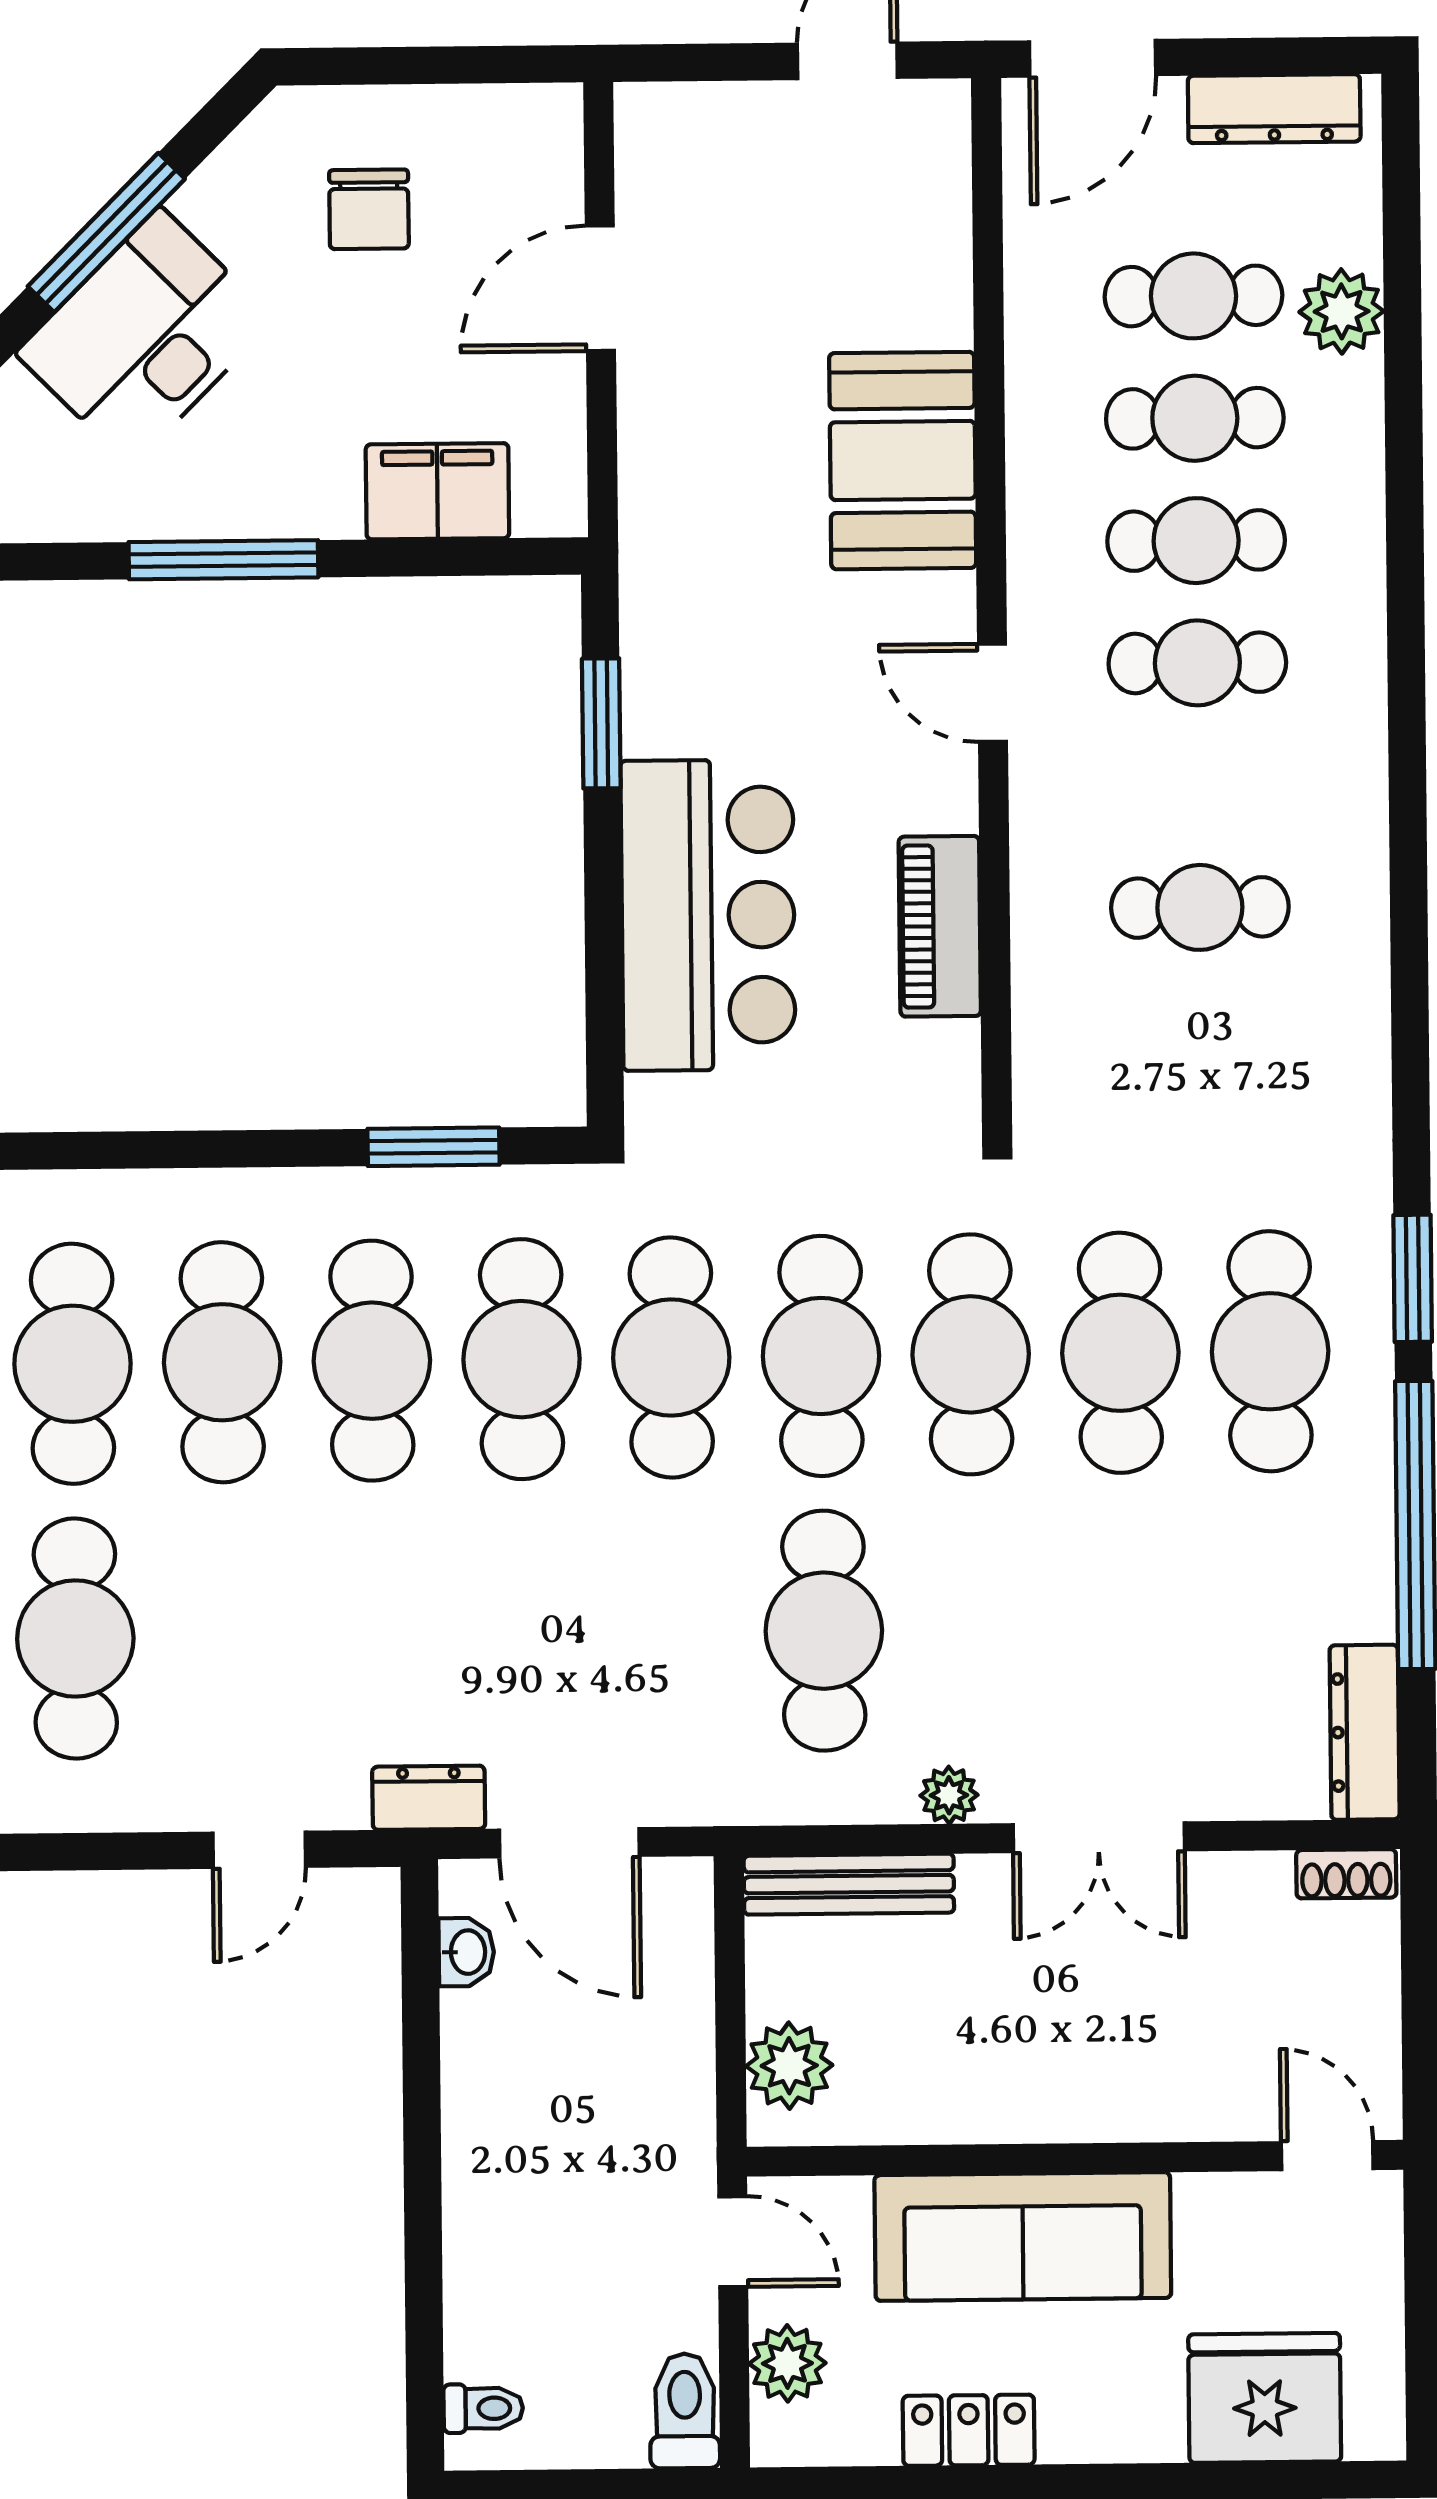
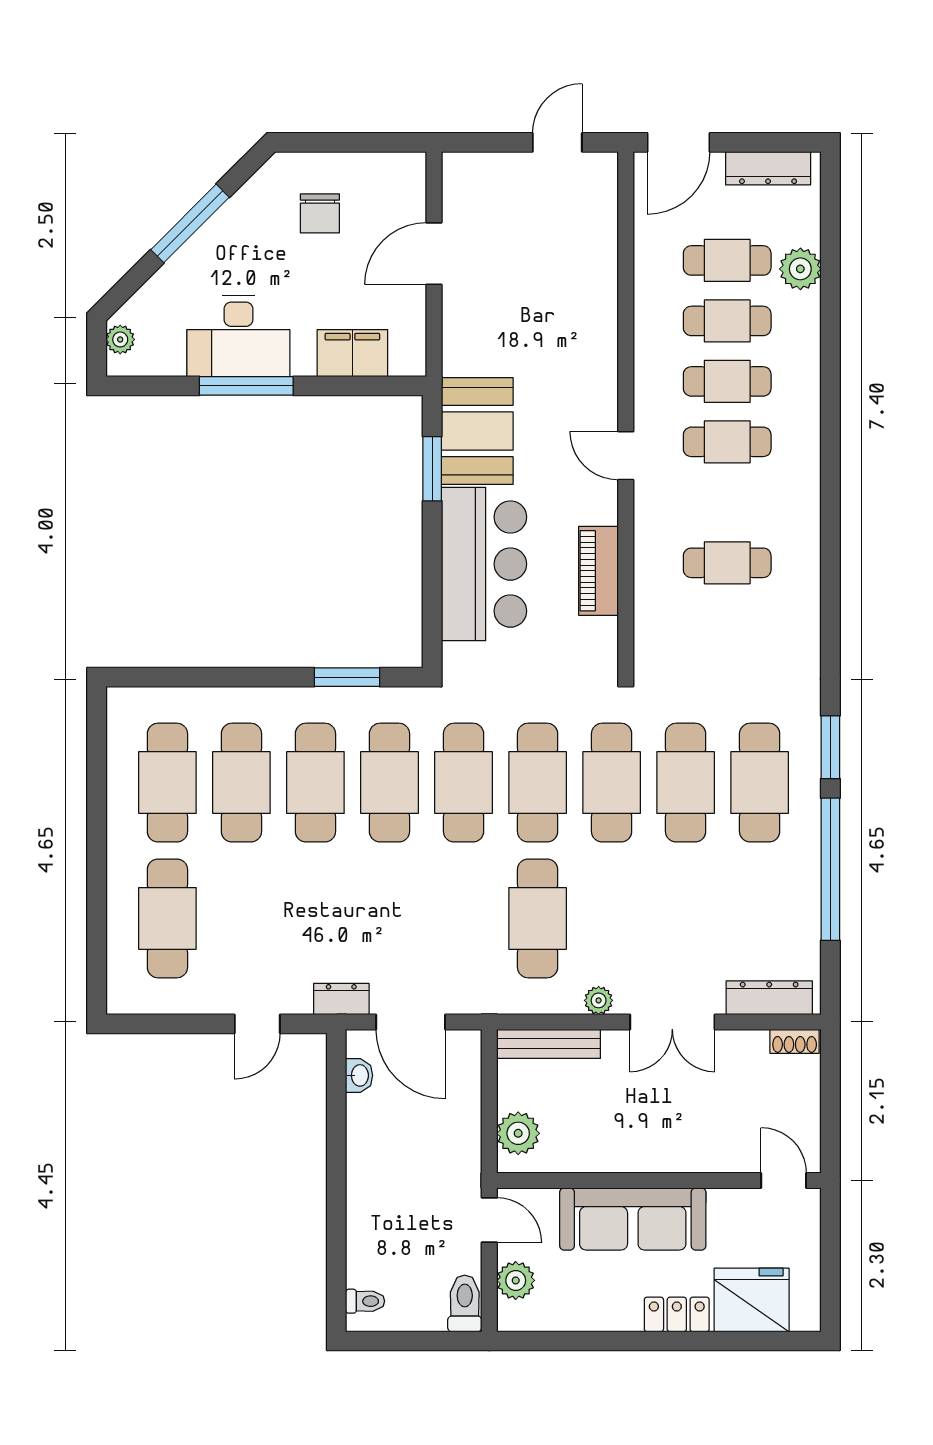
desk: (145, 336) -> (238, 336), moved, turned -135
booth: (903, 461) -> (477, 431), moved
dresser: (1365, 1732) -> (769, 998), moved, turned 90
locker: (969, 2430) -> (677, 1314), moved

